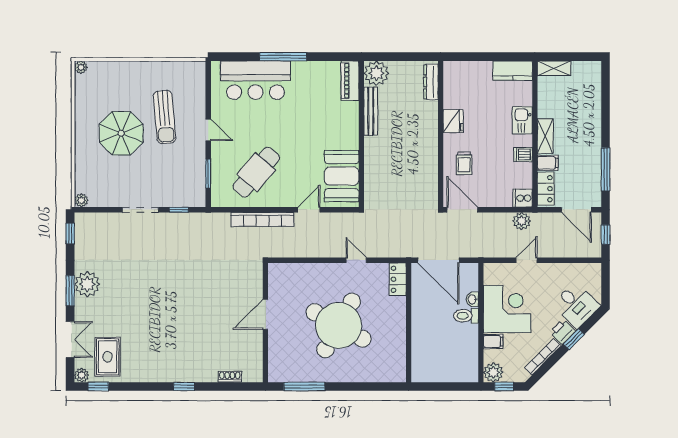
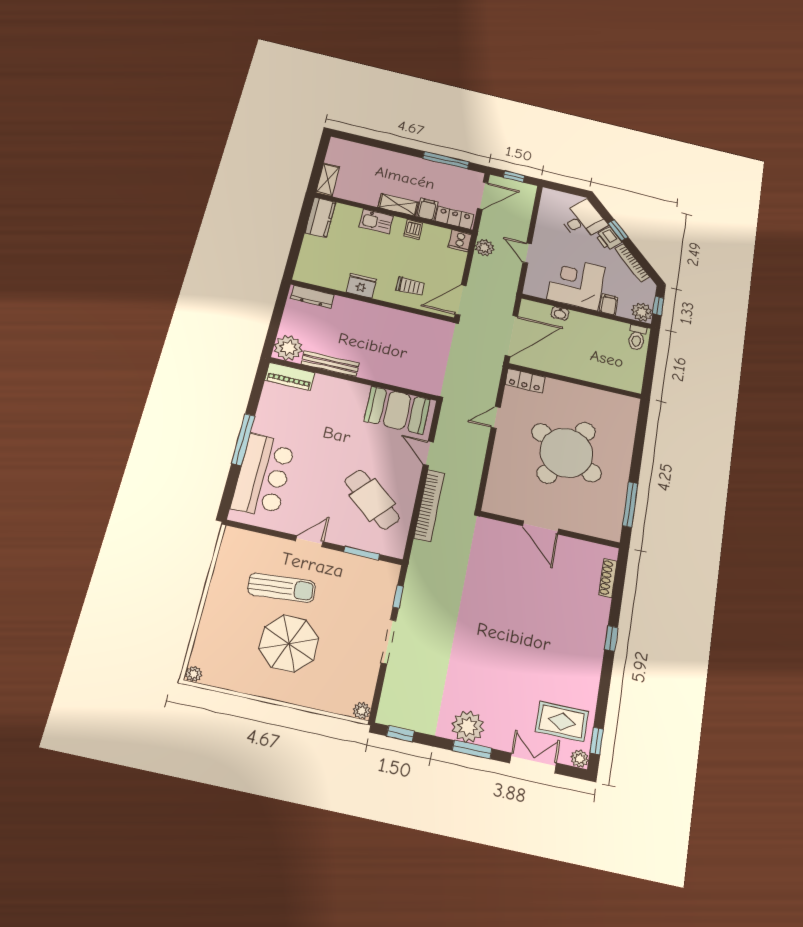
toilet: (466, 316) -> (637, 338), moved
shoe rack: (230, 377) -> (608, 578), width x1.43

